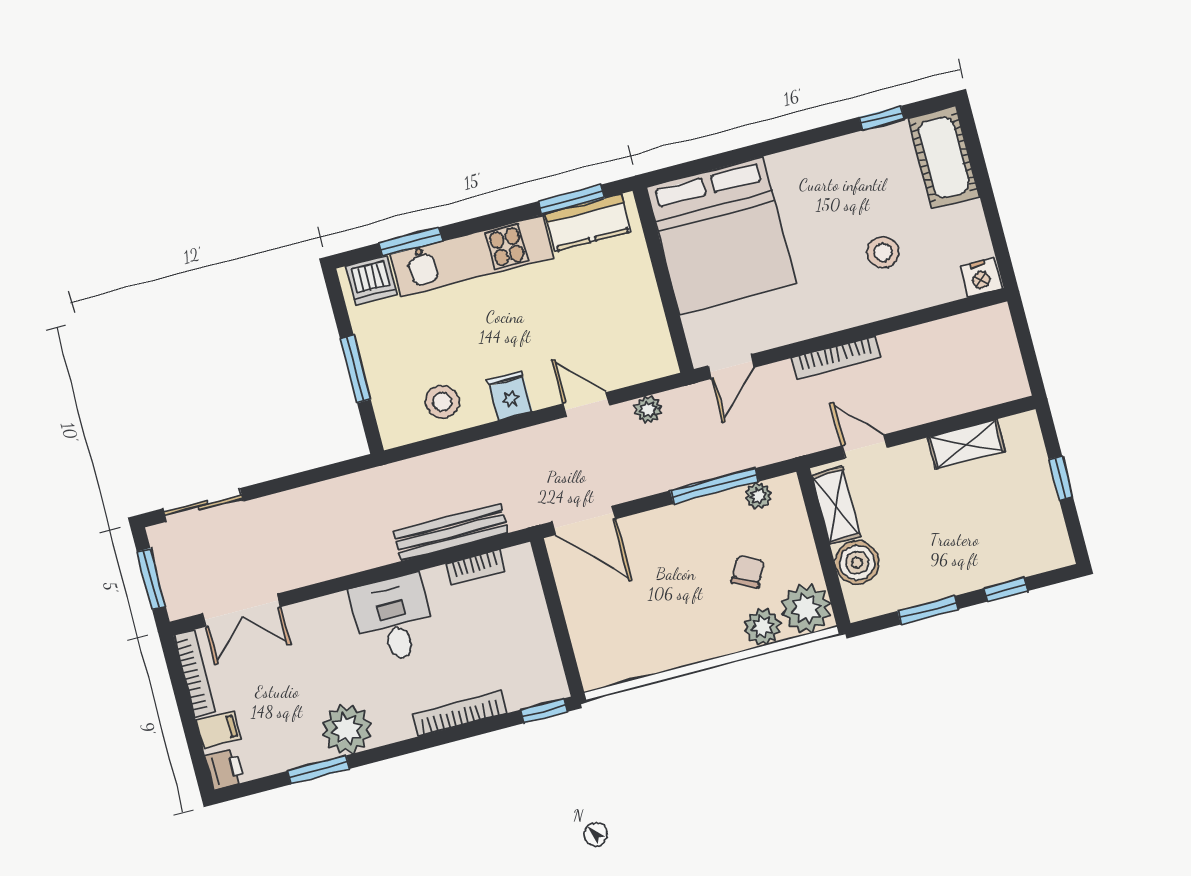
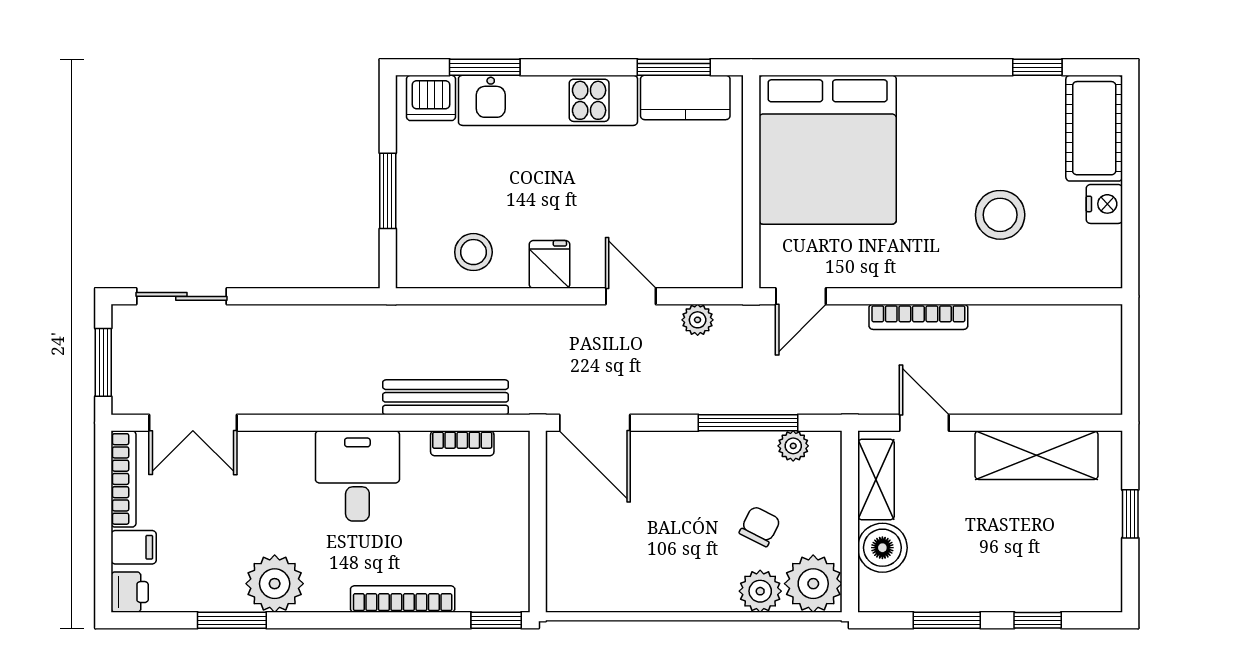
stool: (883, 252) -> (1000, 215), width x1.38, depth x1.38
nightstand: (981, 277) -> (1104, 204), moved, turned -90
shelving: (966, 444) -> (1036, 455), width x1.50, depth x1.33

